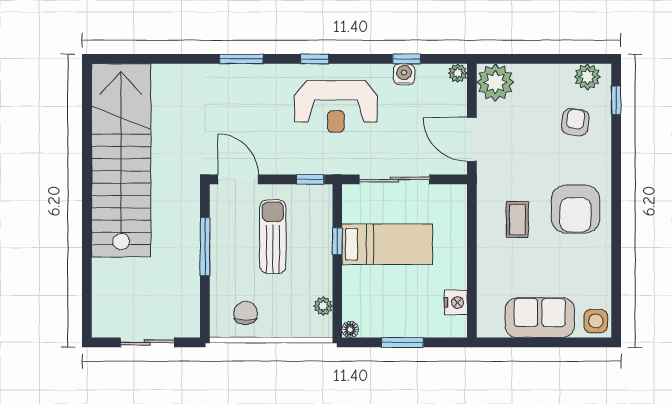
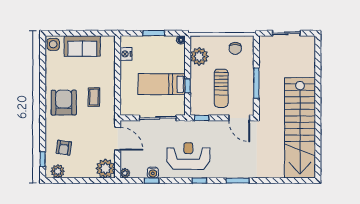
plant: (323, 306) -> (199, 56), width x1.87, depth x1.87

